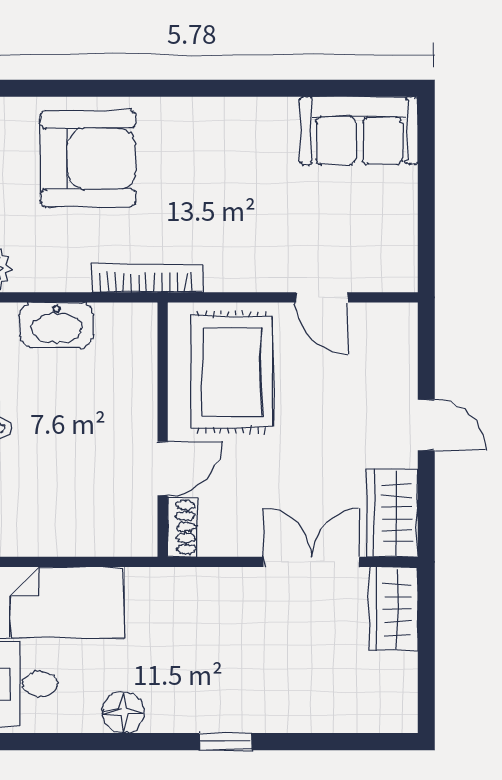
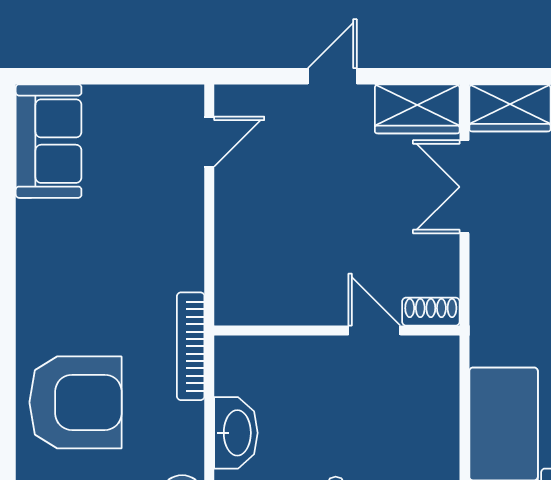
armchair: (88, 159) -> (75, 402), turned 90
door: (322, 297) -> (209, 142), moved
rug: (232, 372) -> (281, 264), removed

